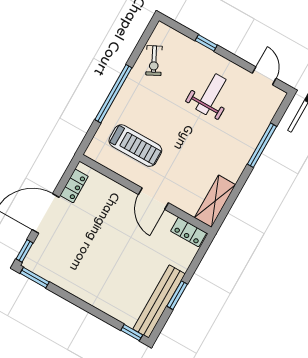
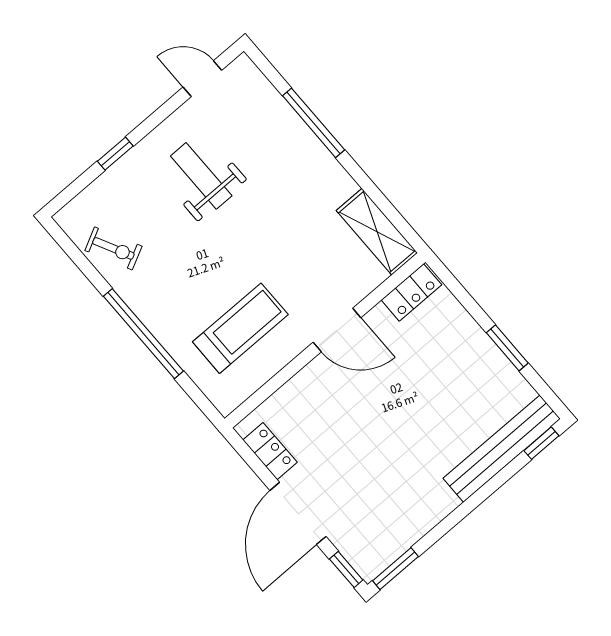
bench: (159, 301) -> (502, 449), moved, turned 90

